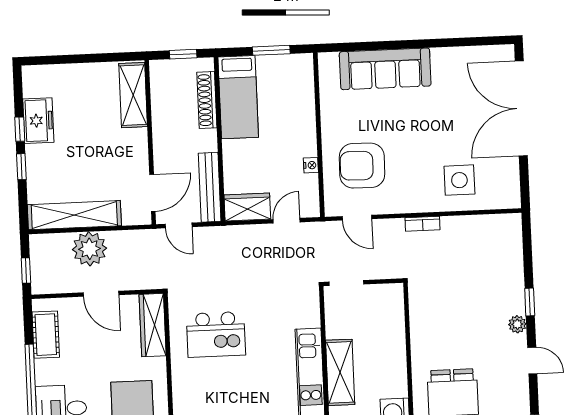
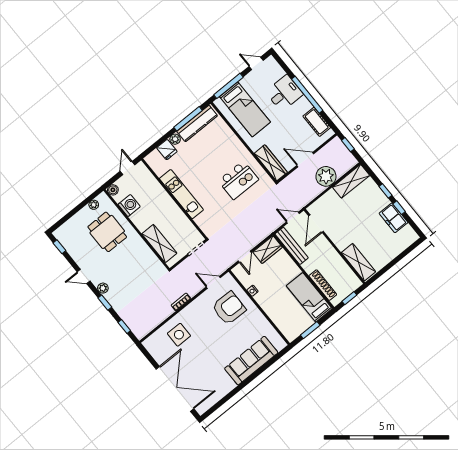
shelving: (74, 215) -> (351, 181), width x0.68
window: (527, 248) -> (124, 327), added
kitchen island: (216, 334) -> (238, 180), turned 180
shelving: (340, 372) -> (159, 243), moved

